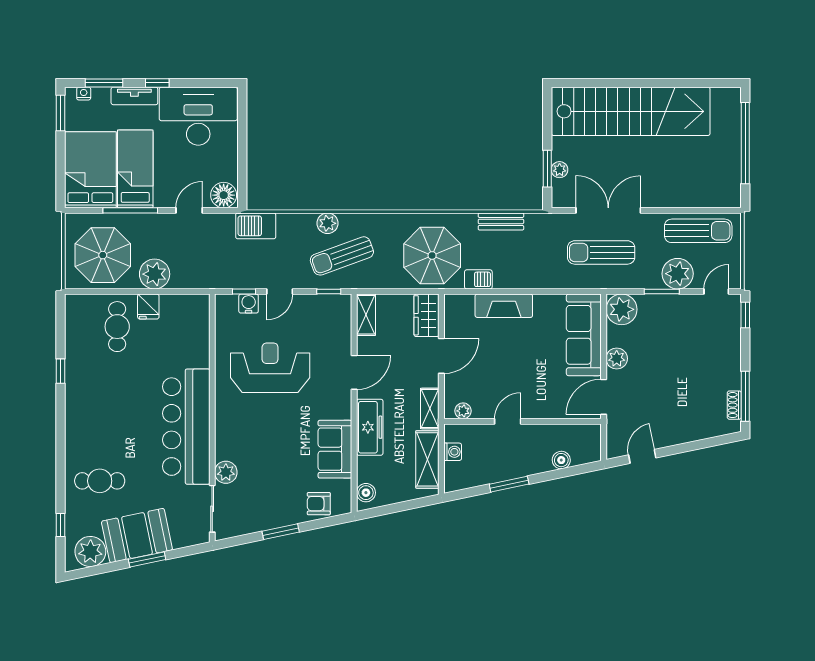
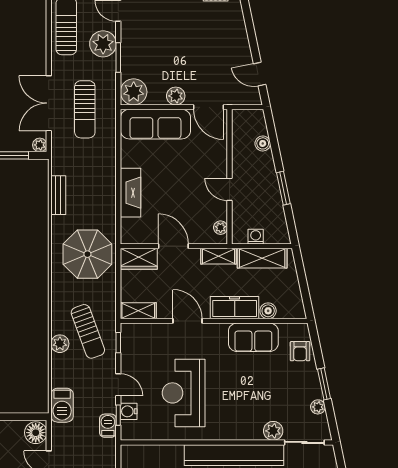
plant: (560, 170) -> (40, 145), moved
barbecue: (478, 279) -> (108, 426), moved
boiler: (366, 493) -> (268, 311), moved
plant: (254, 525) -> (318, 407), added

